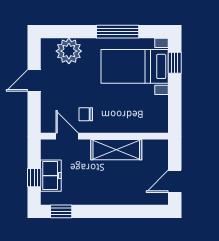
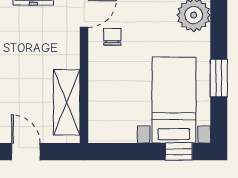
window: (118, 32) -> (219, 78), width x0.69
shelving: (116, 150) -> (67, 102), moved

